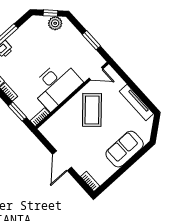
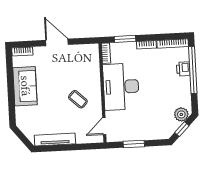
plant: (55, 23) -> (181, 114), moved
coffee table: (92, 110) -> (78, 99), width x0.54, depth x0.58
sofa: (125, 149) -> (25, 86), moved

